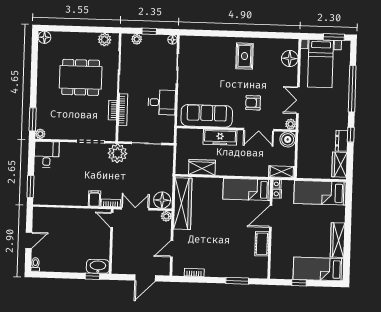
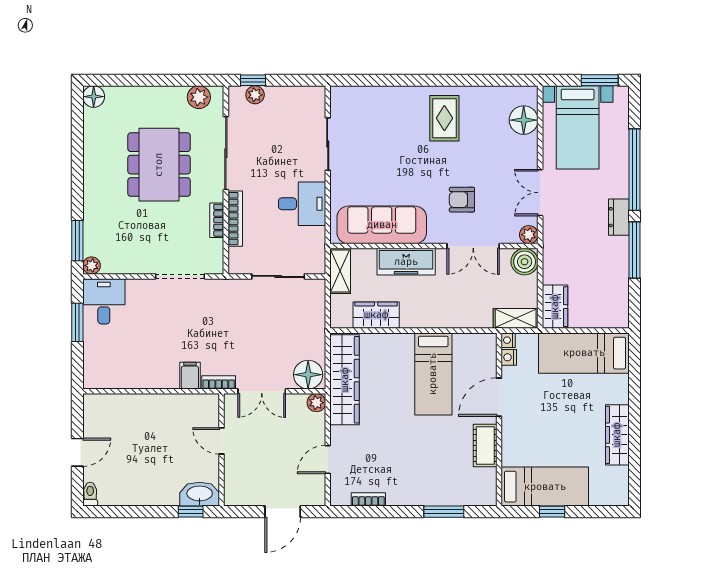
window: (149, 31) -> (253, 80), moved
floor lamp: (172, 40) -> (318, 94), removed
dining table: (81, 77) -> (159, 165), turned 90
window: (351, 135) -> (634, 250), width x2.17
shelving: (182, 141) -> (340, 271), added
dresser: (342, 141) -> (619, 217), moved
plant: (117, 153) -> (228, 295), removed
wardrobe: (339, 165) -> (555, 307), moved, turned 180
window: (30, 187) -> (77, 322), moved
bed: (247, 189) -> (433, 374), moved, turned -90
double door: (135, 209) -> (262, 391), swing flipped
door: (112, 220) -> (222, 441), moved
bed: (318, 269) -> (545, 487), moved, turned 180

